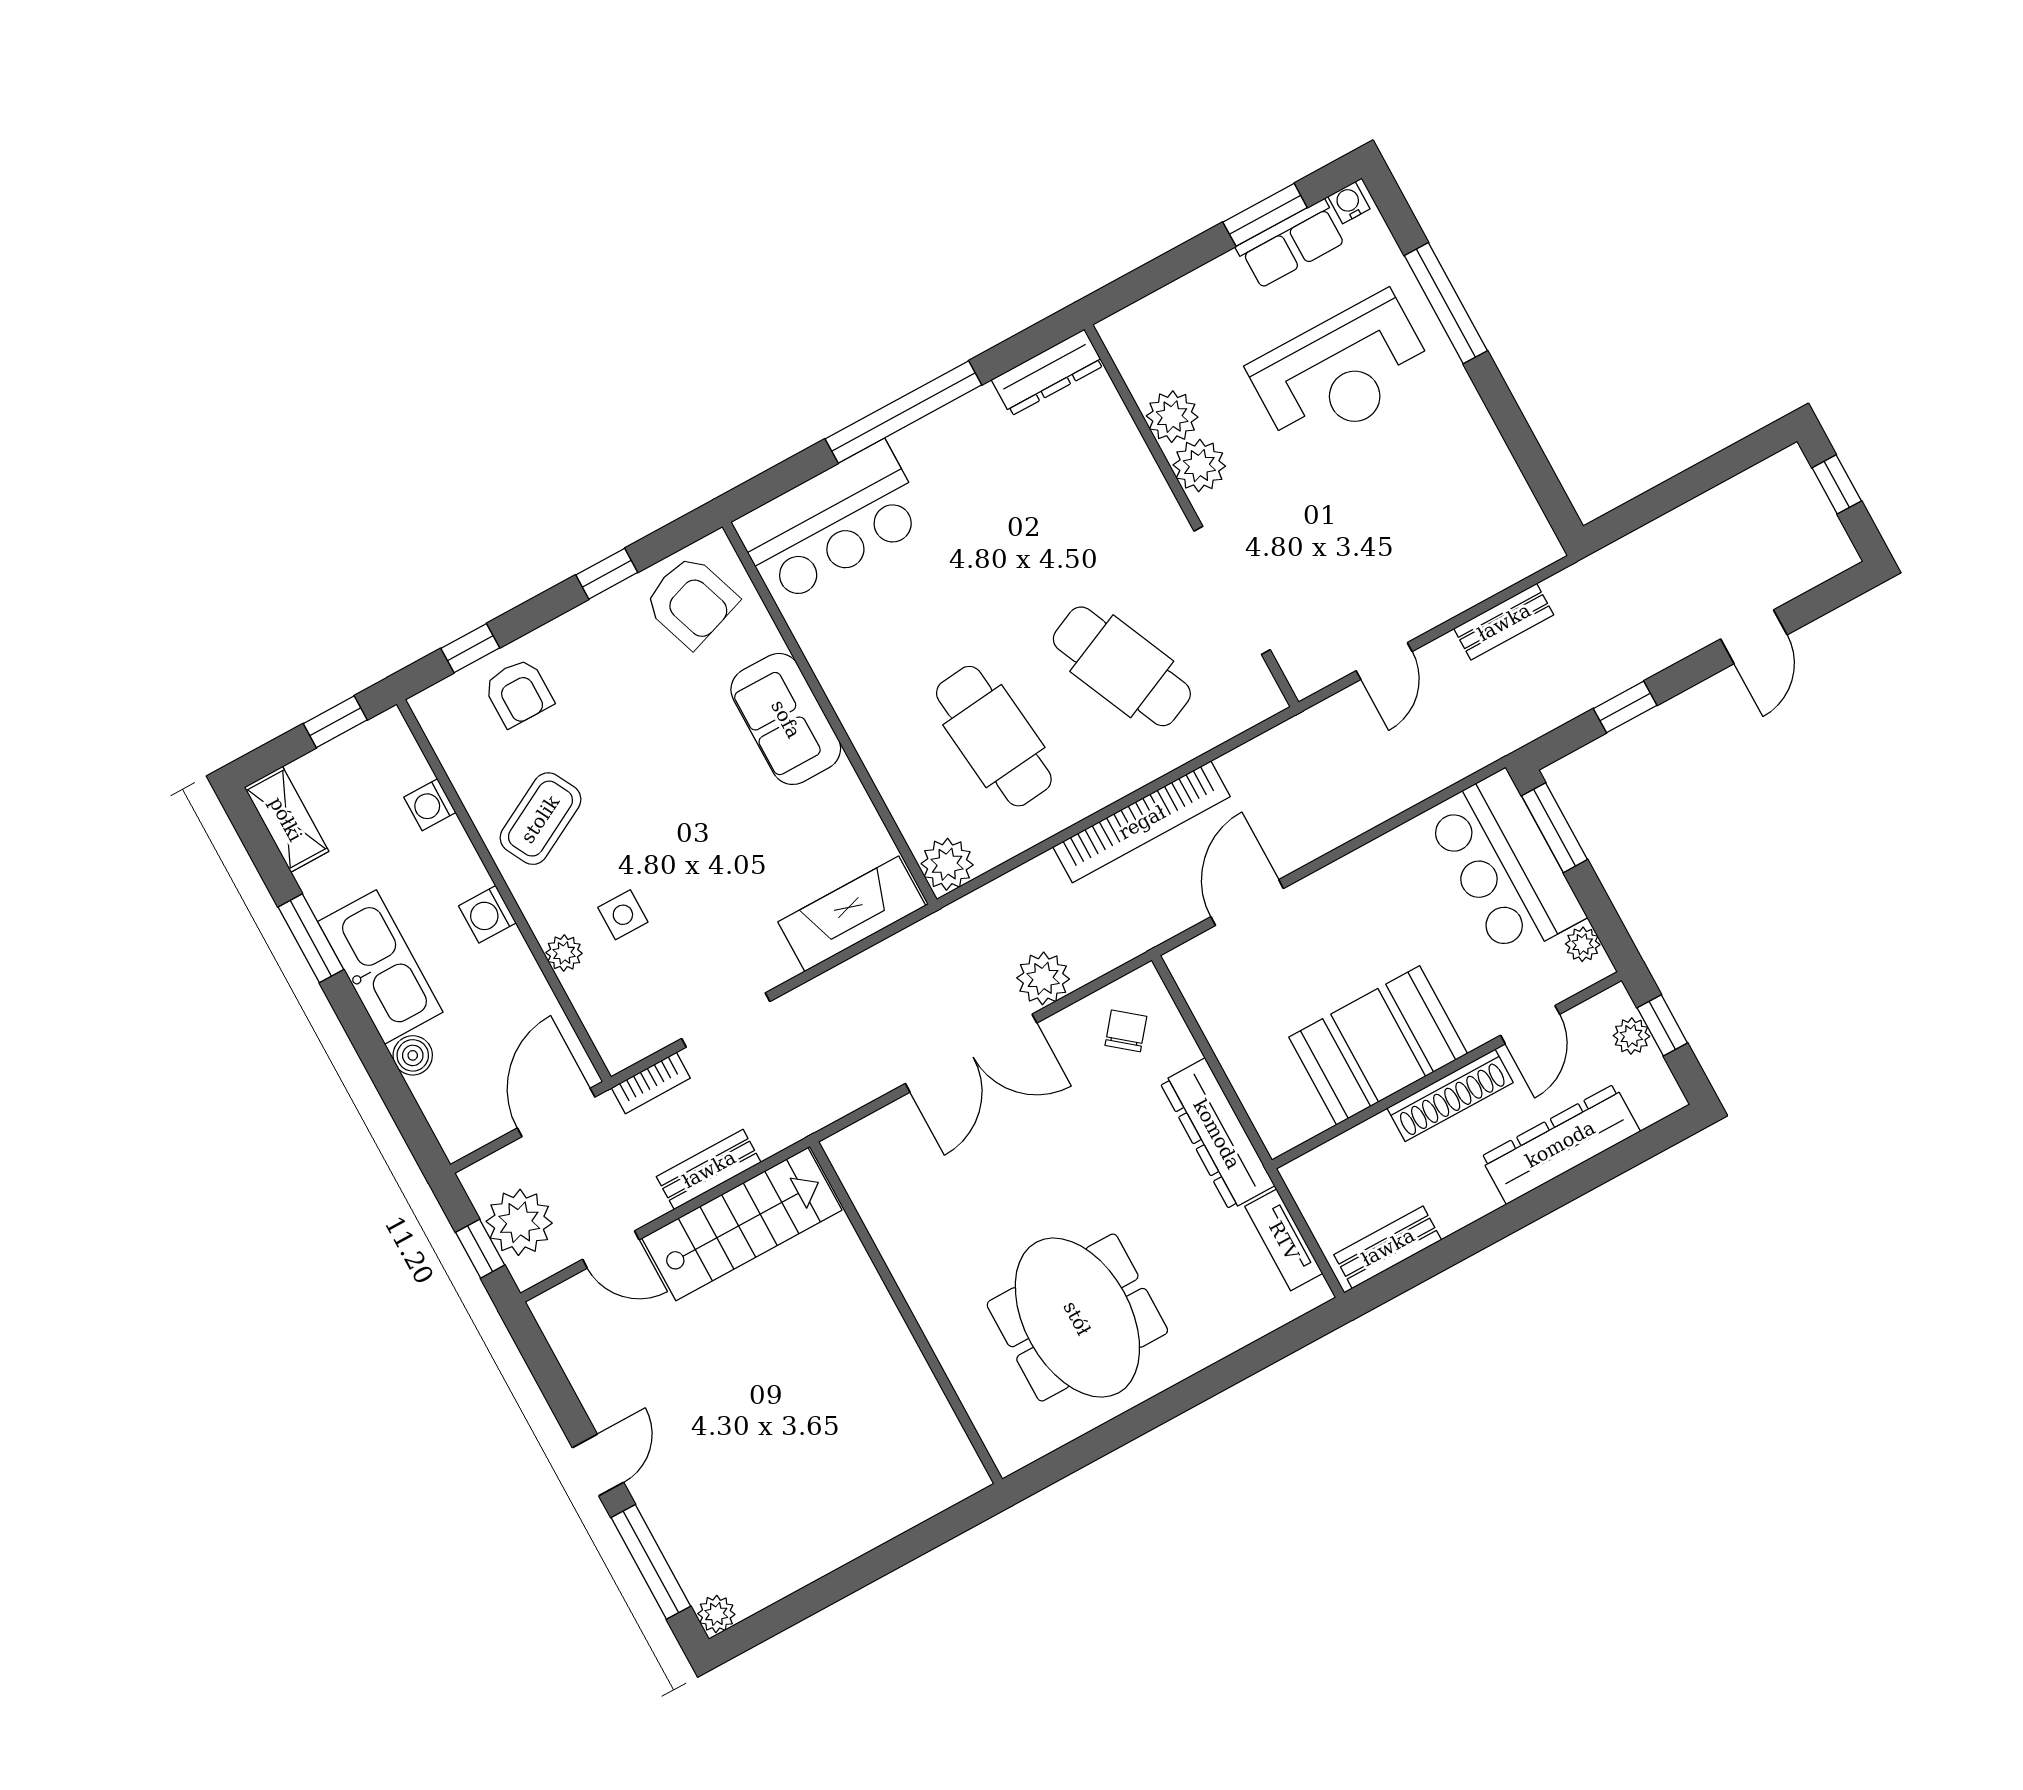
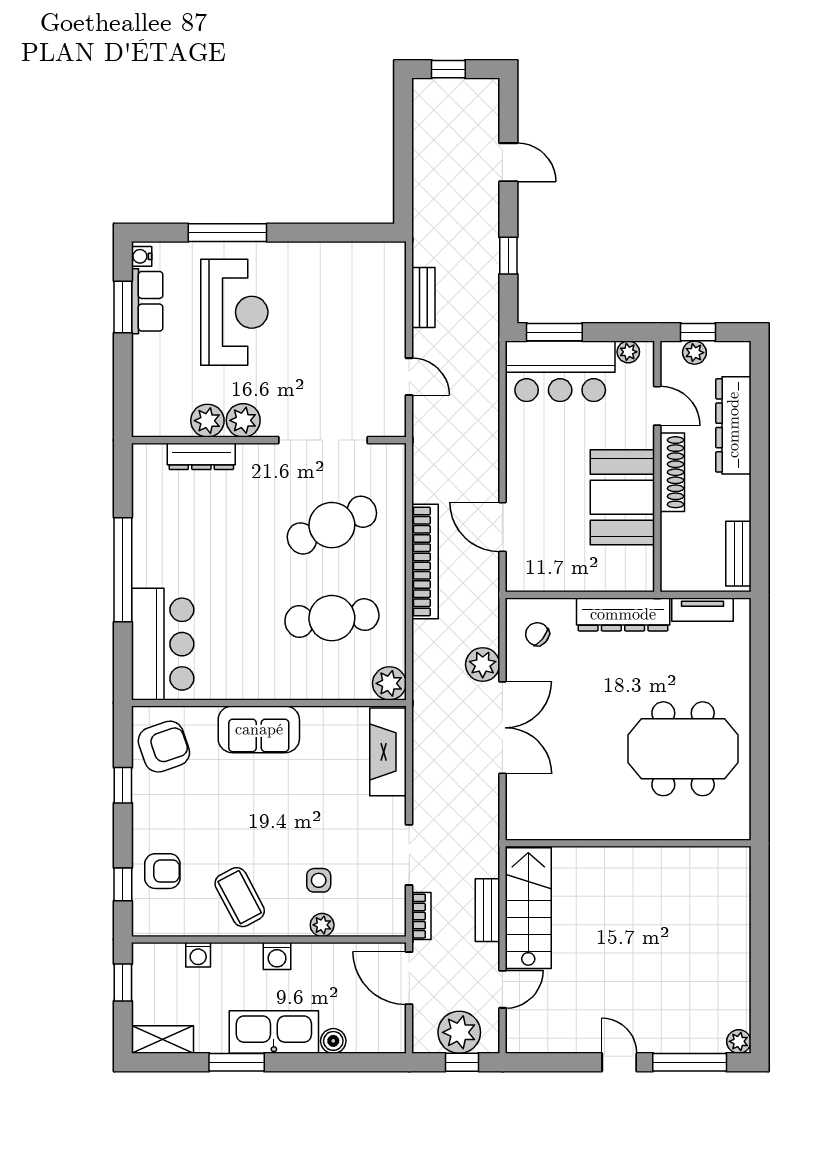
dresser: (1048, 373) -> (201, 456), moved, turned 90

